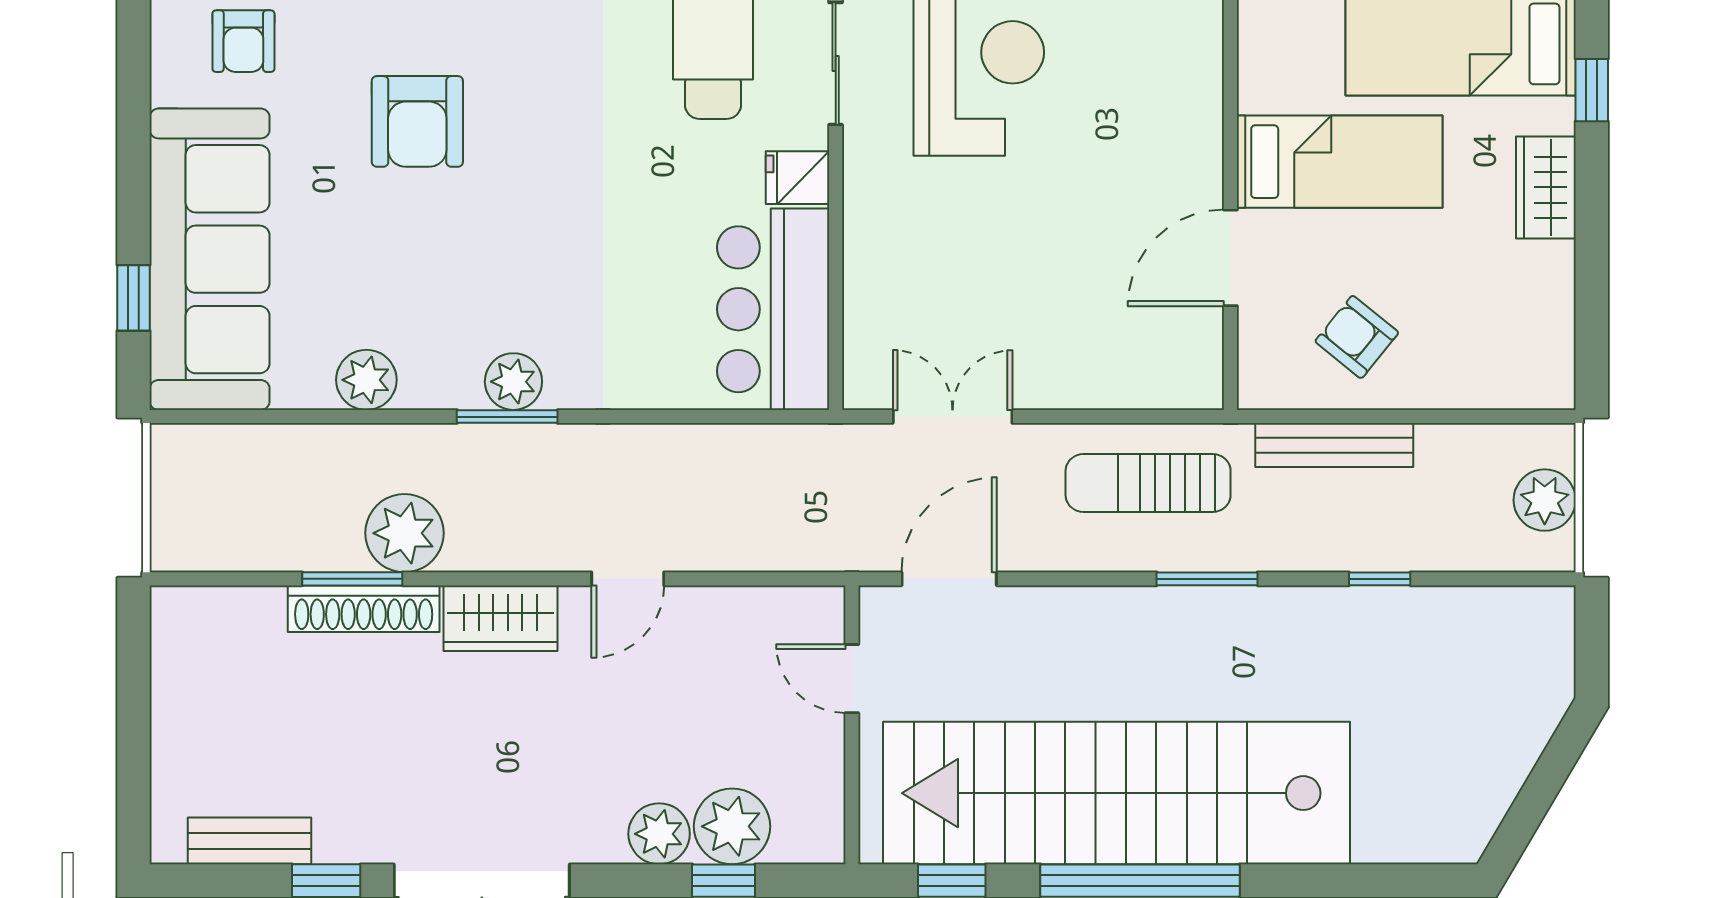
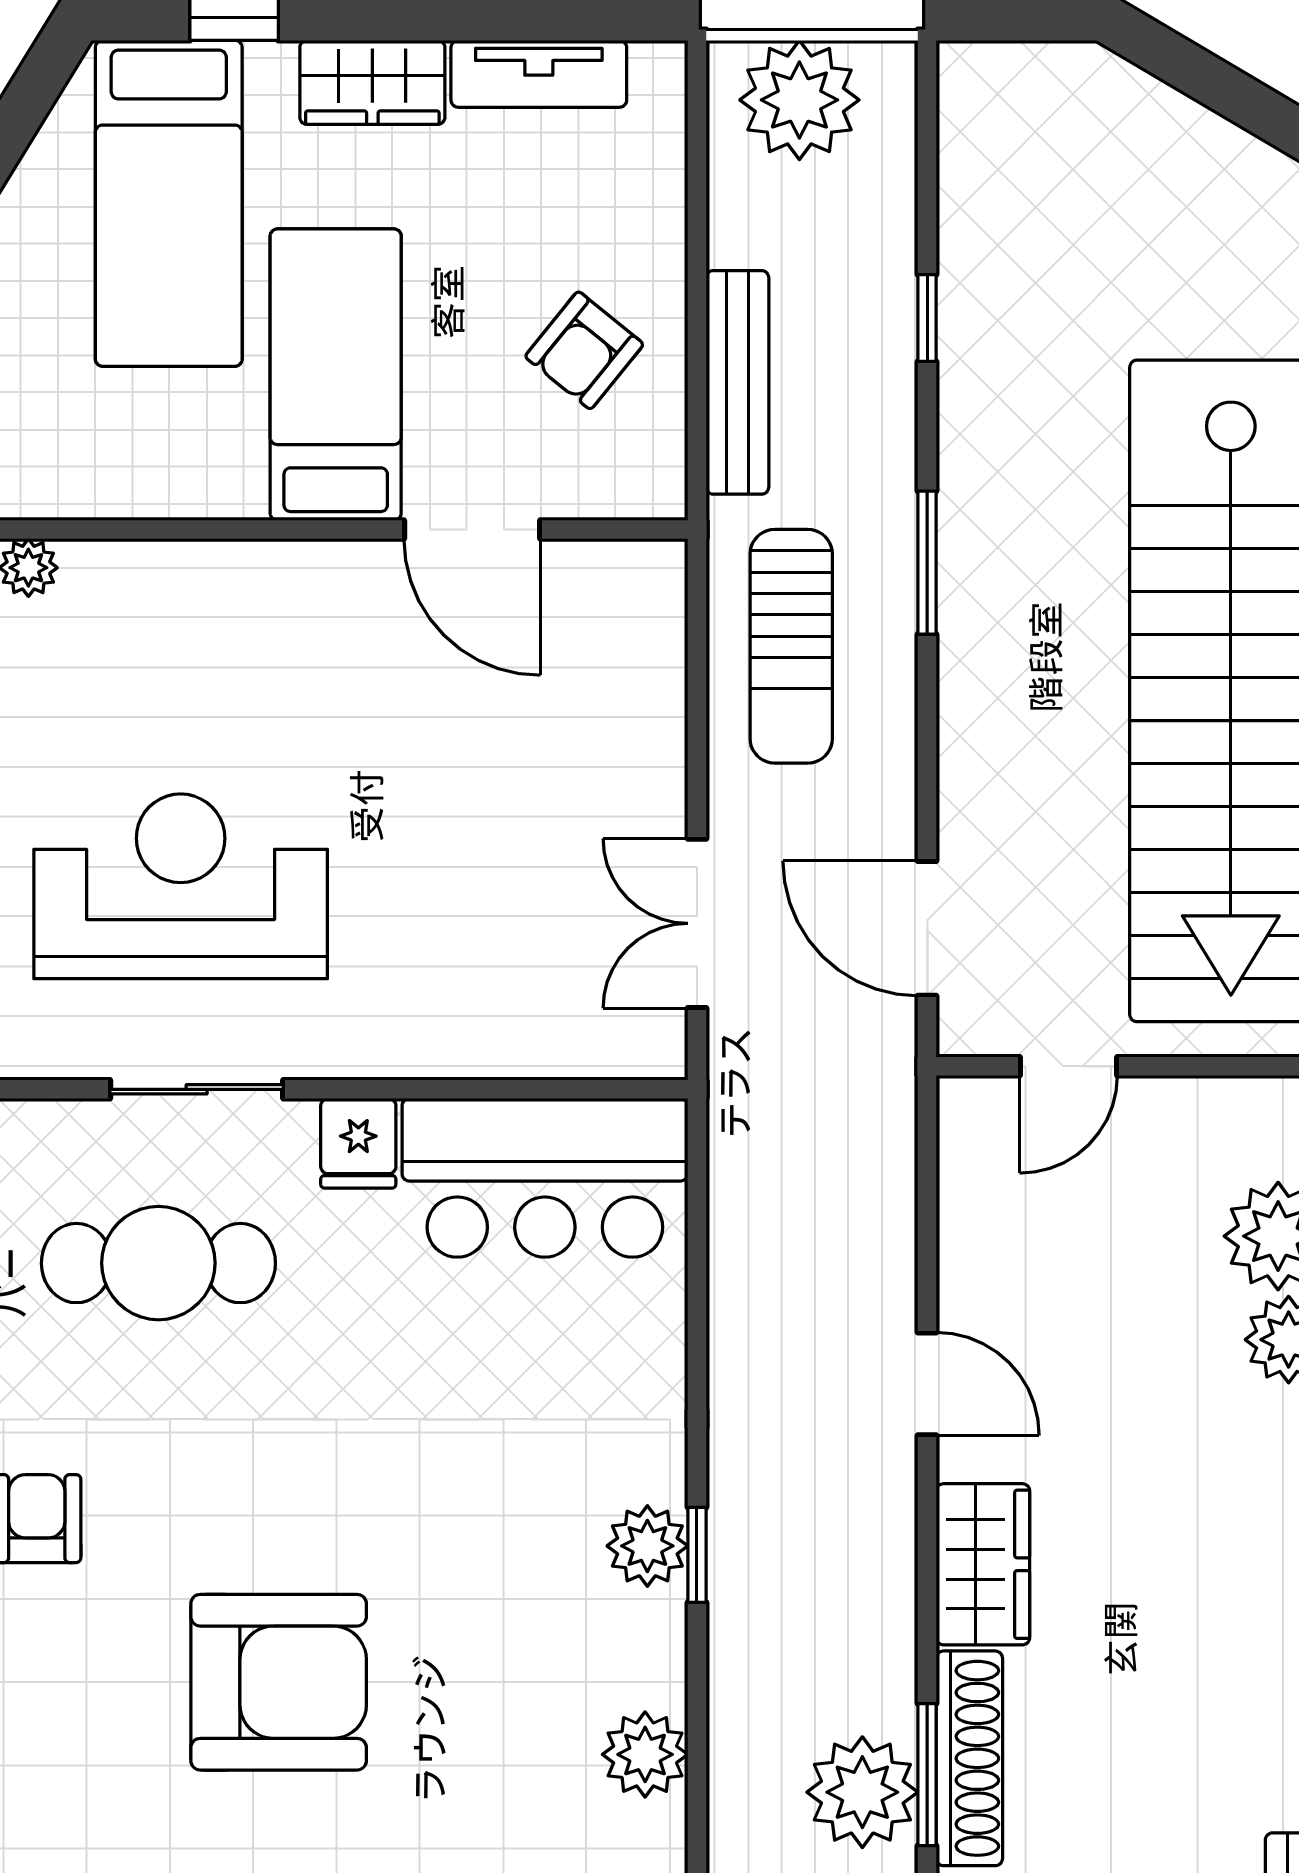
armchair: (417, 121) -> (279, 1682), width x1.36, depth x1.36
tv unit: (1552, 305) -> (539, 74), added
window: (507, 417) -> (697, 1555), width x0.67
plant: (1545, 500) -> (799, 100), width x1.36, depth x1.36
plant: (405, 533) -> (862, 1792), moved

